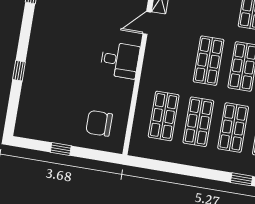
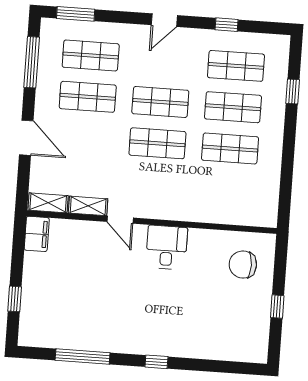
window: (19, 71) -> (156, 362), moved
shop shelf: (164, 116) -> (227, 190), removed
chair: (99, 123) -> (243, 265), turned 90

